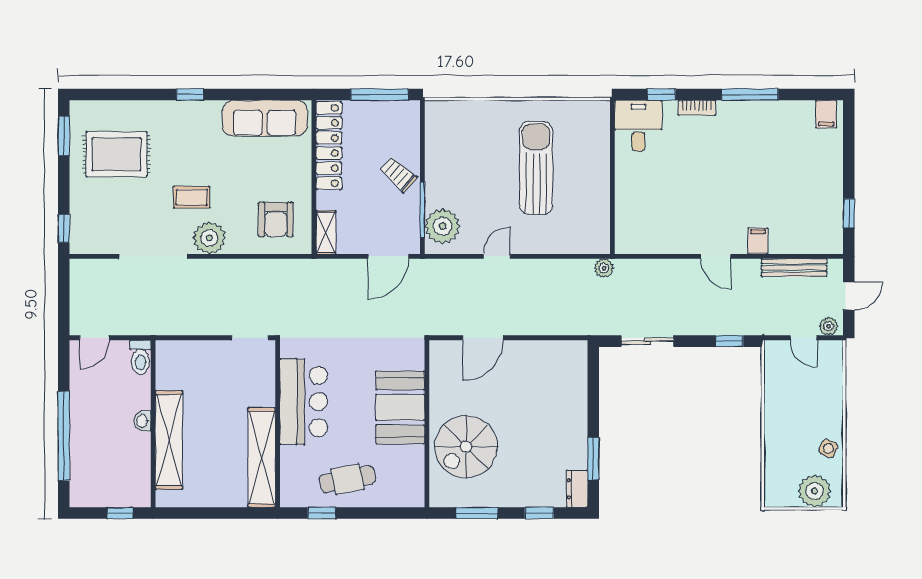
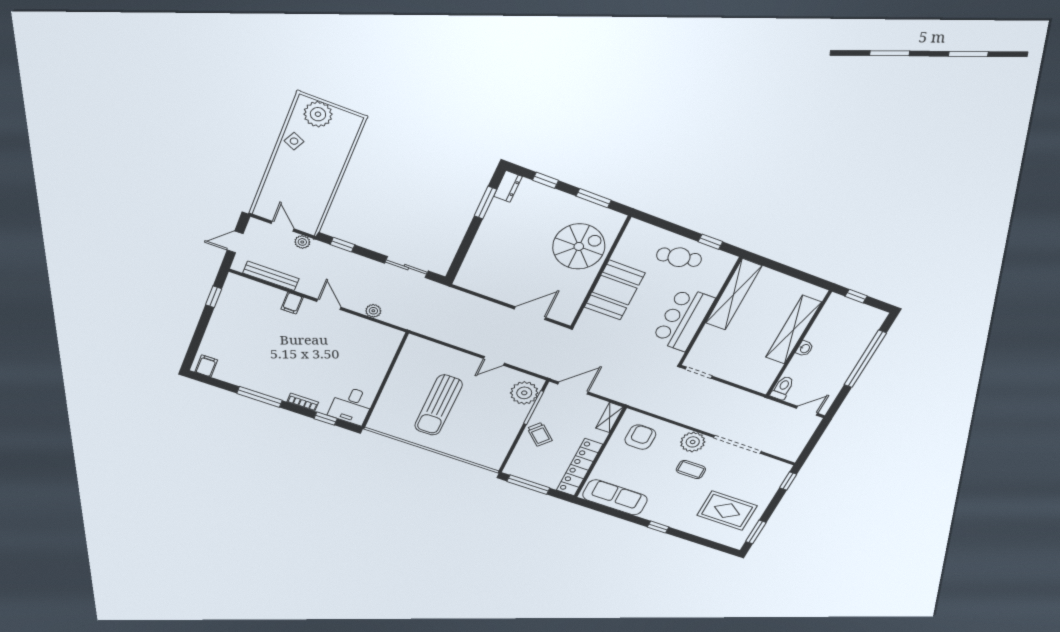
plant: (604, 268) -> (373, 311), moved
plant: (829, 326) -> (302, 242), moved

